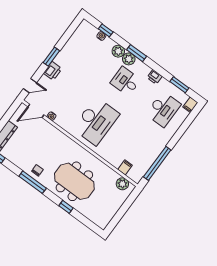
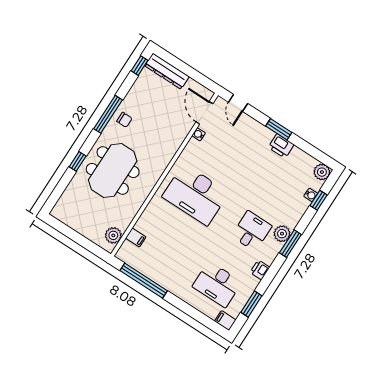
plant: (118, 51) -> (322, 172), moved
printer: (53, 71) -> (281, 146), moved

